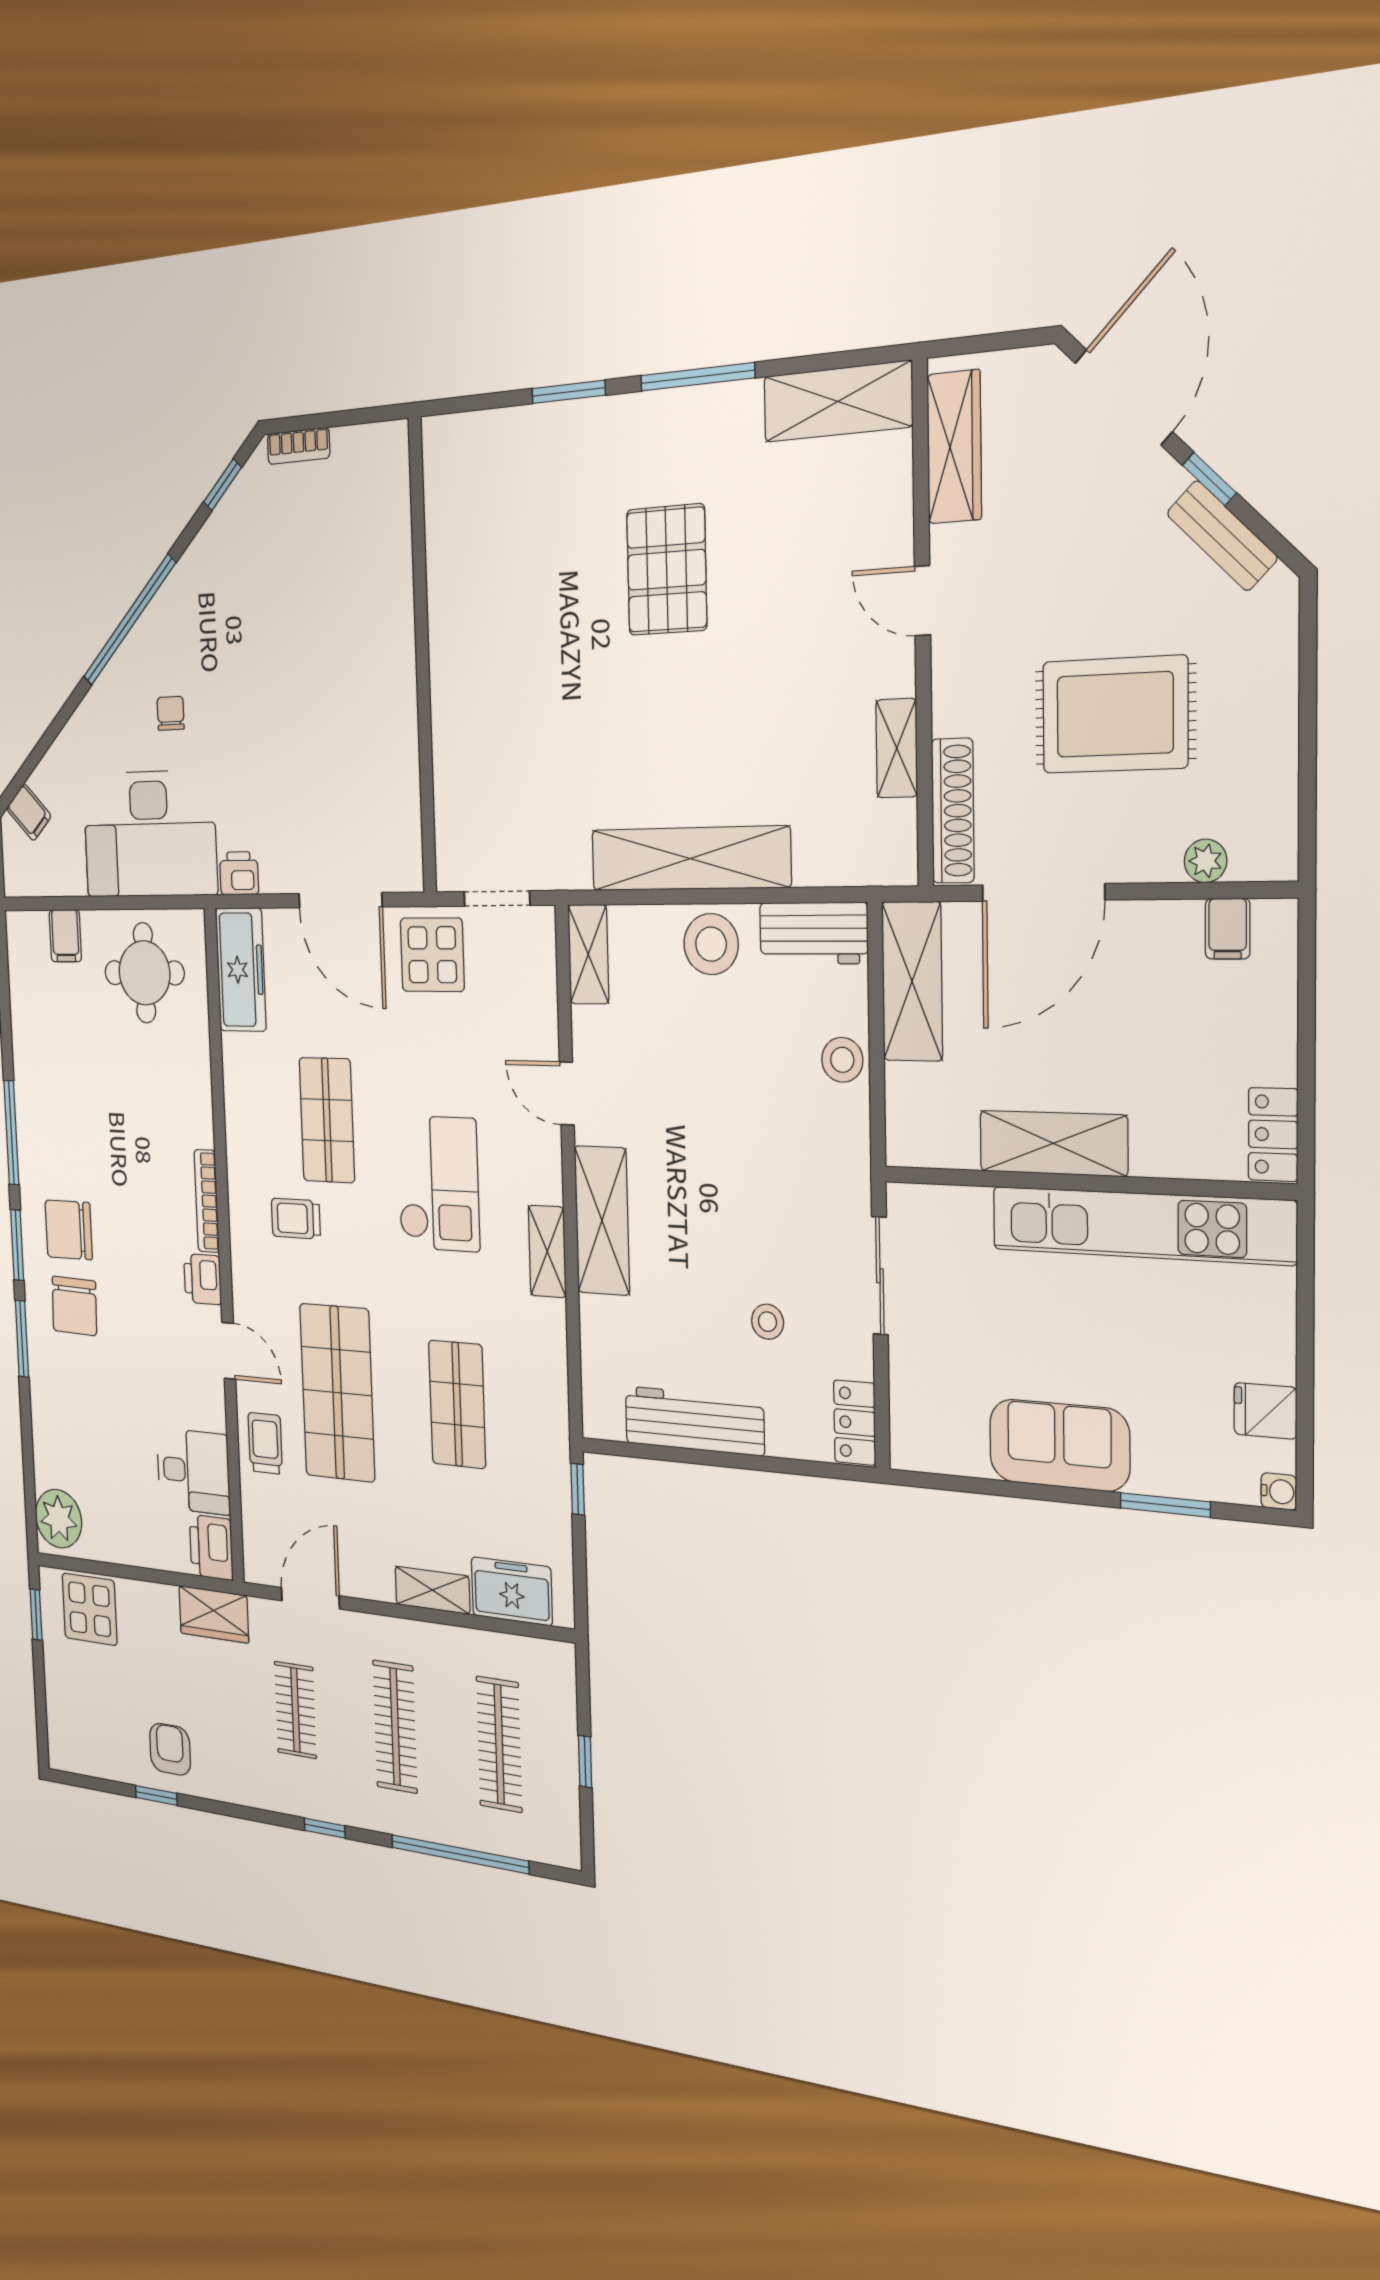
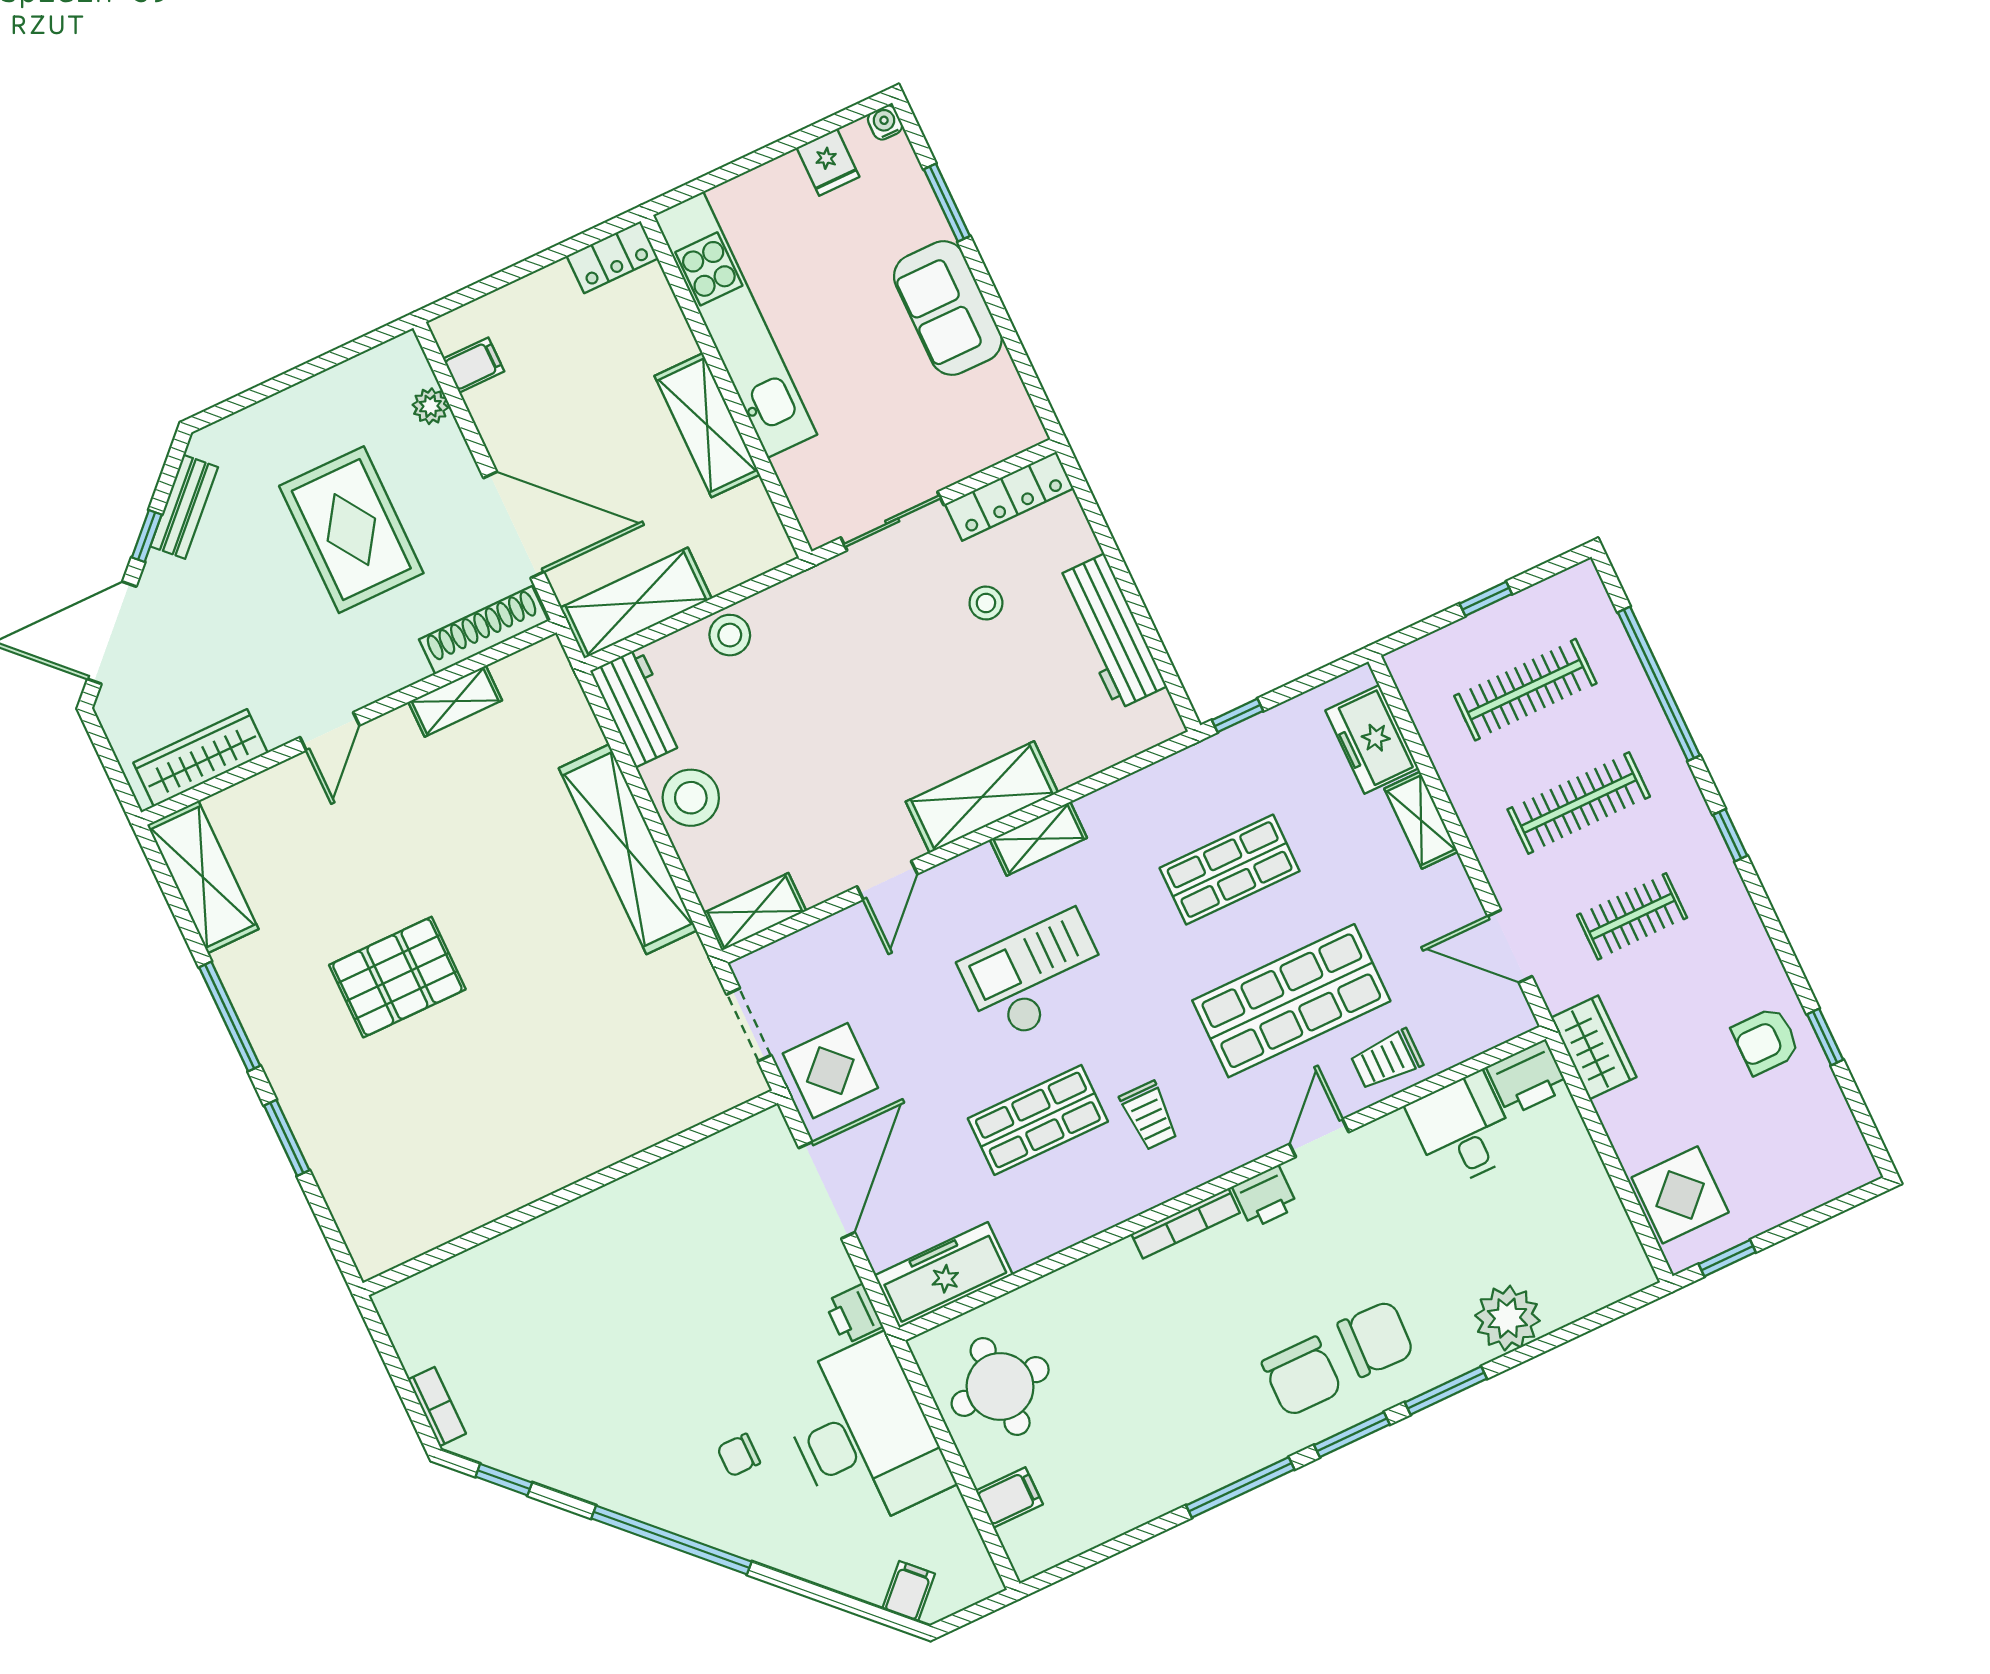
locker: (855, 1423) -> (1009, 496), width x1.53
plant: (59, 1519) -> (1507, 1318), moved

